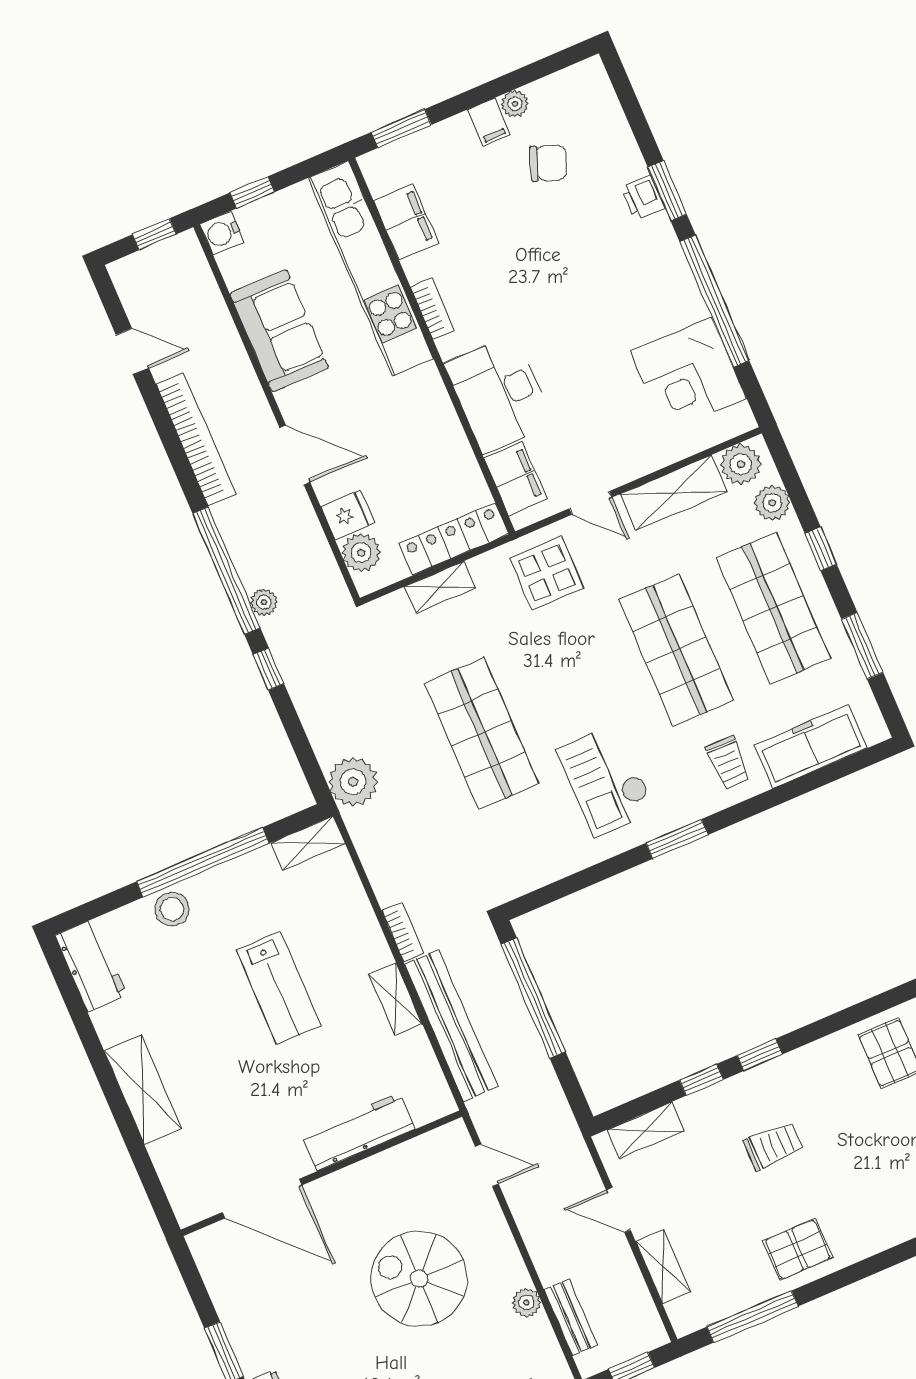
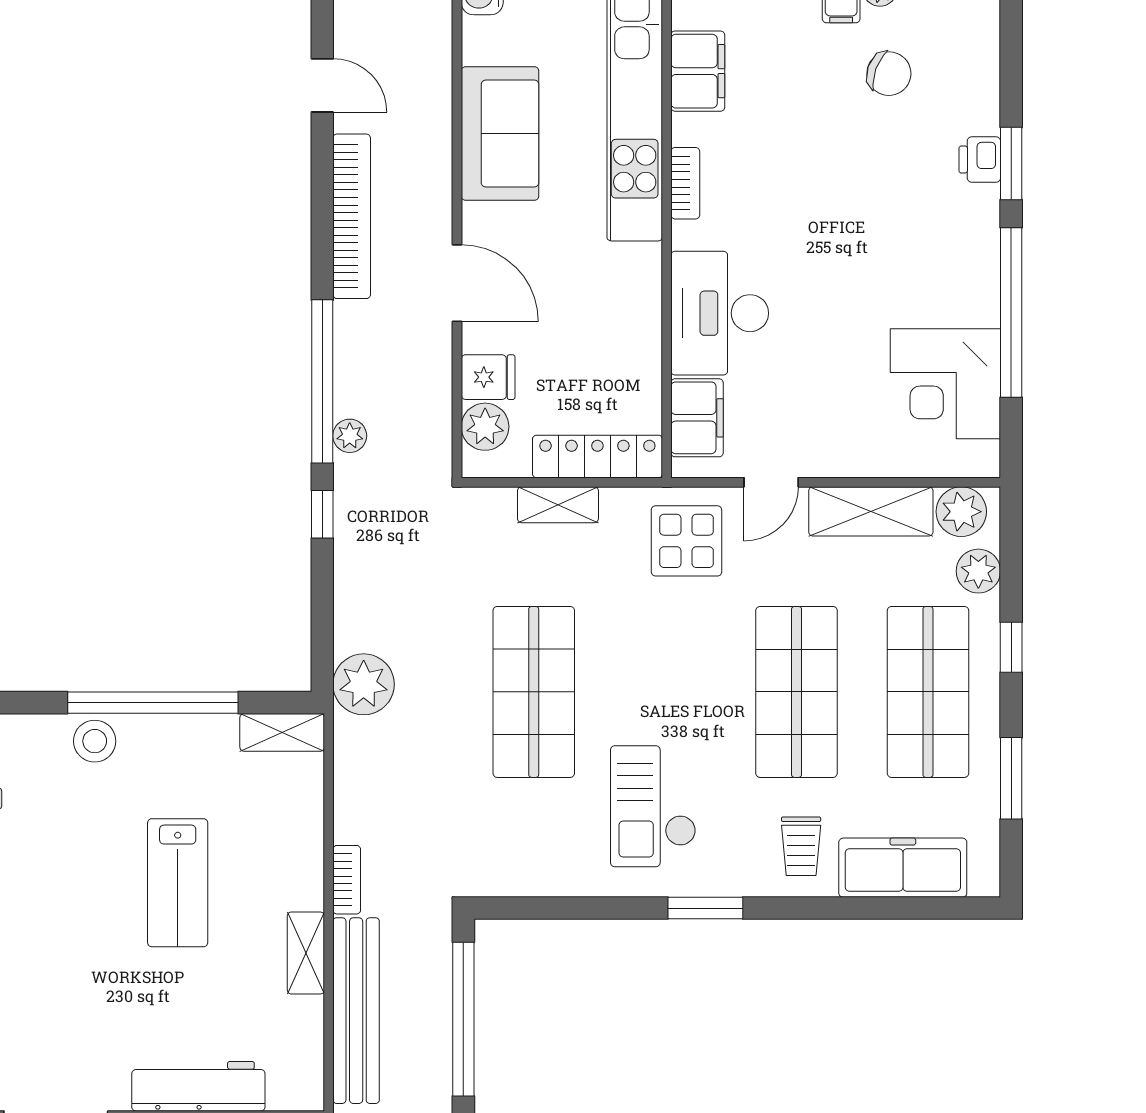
door: (591, 503) -> (771, 482), hinge flipped

